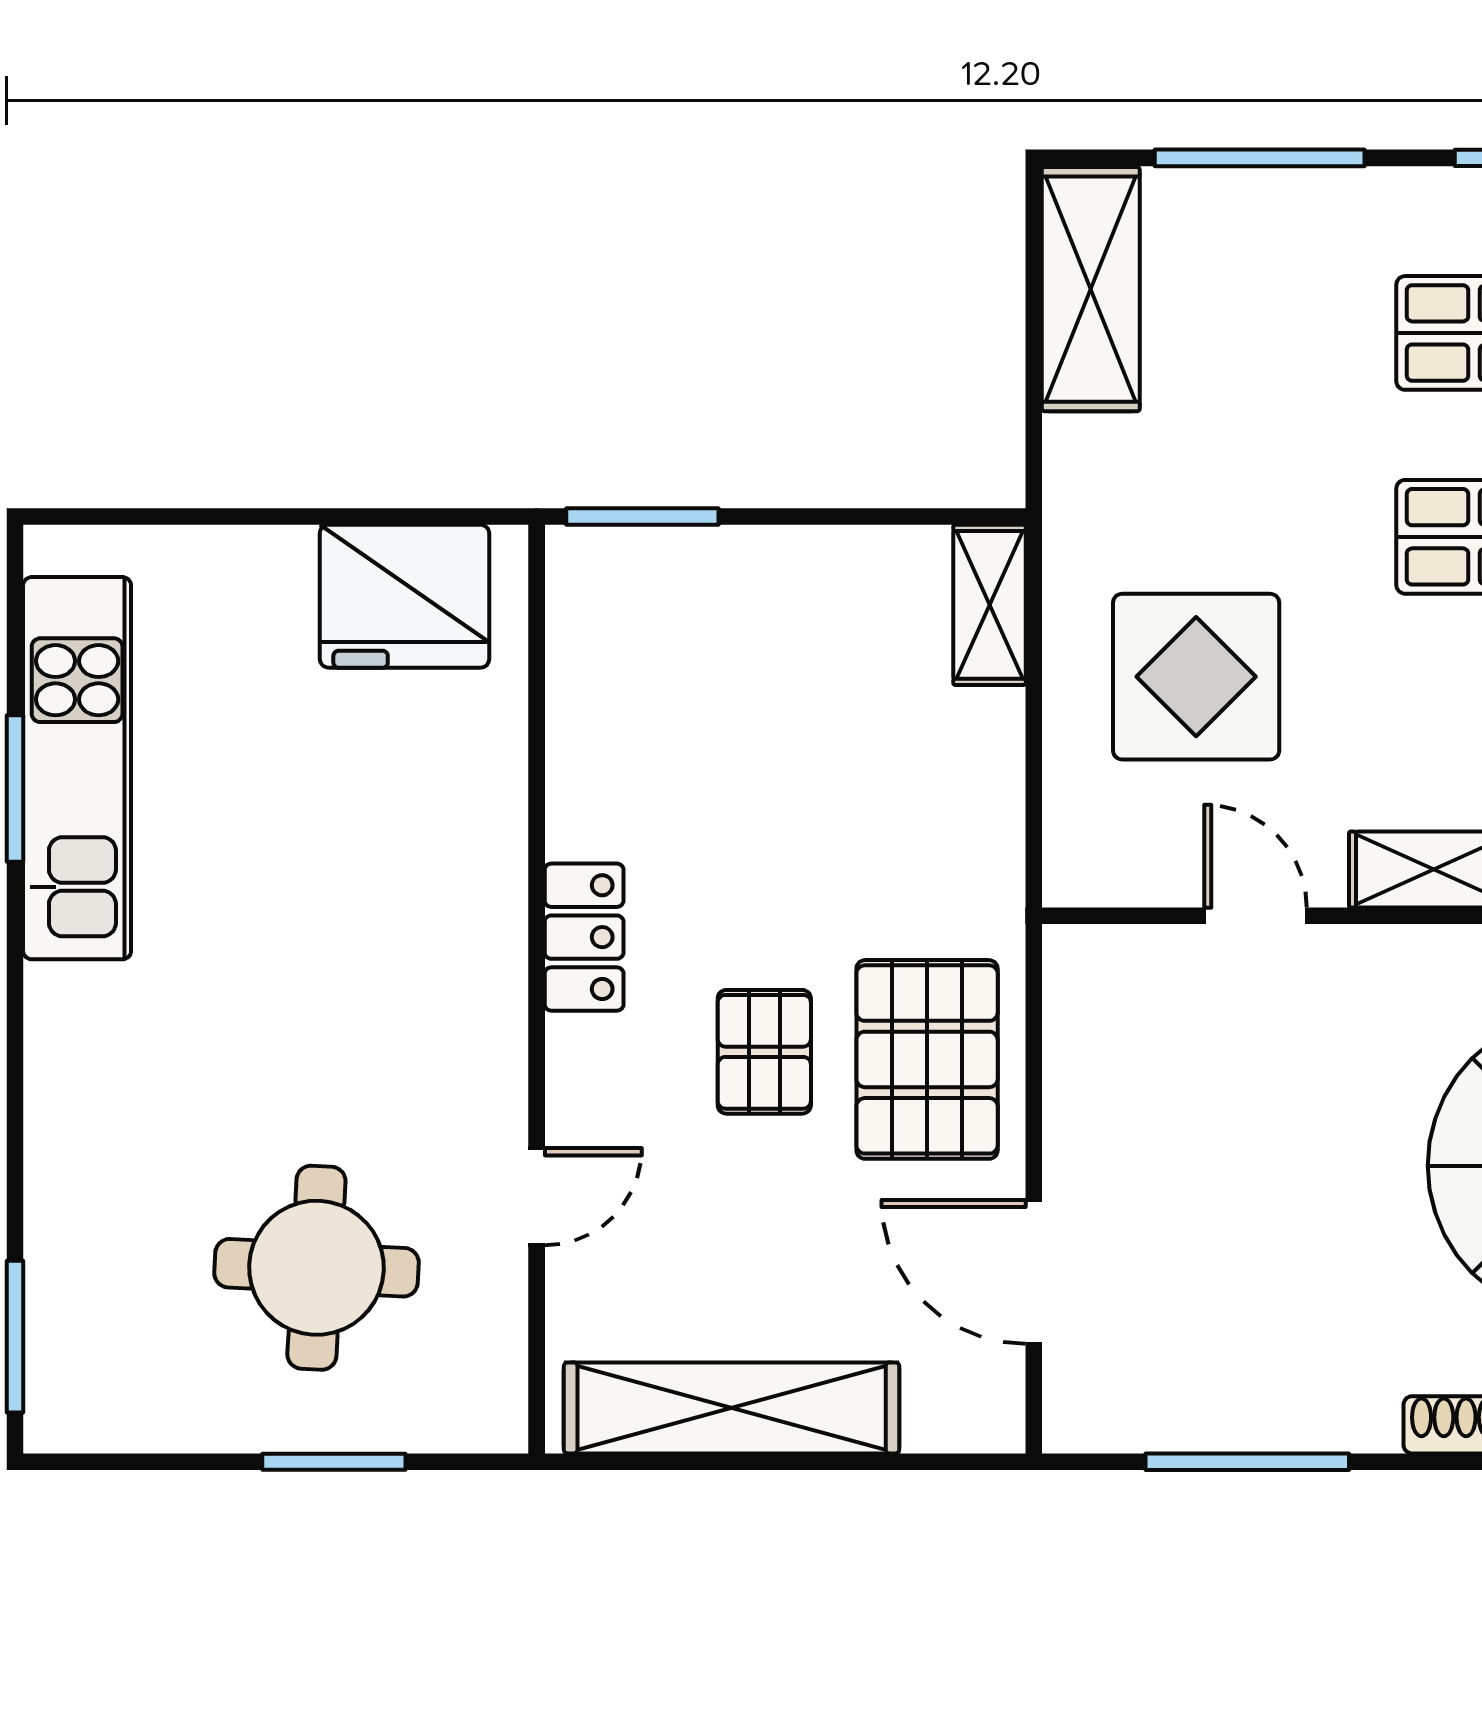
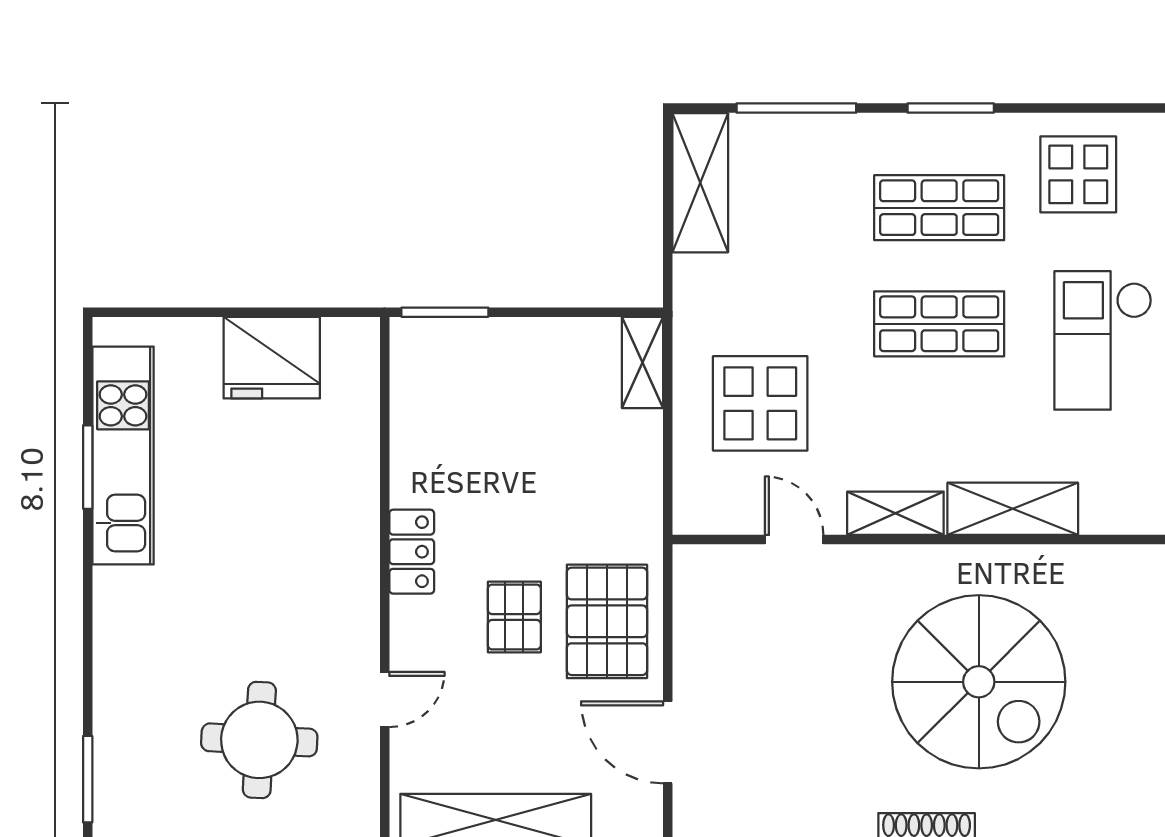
fridge: (405, 596) -> (272, 358), moved

